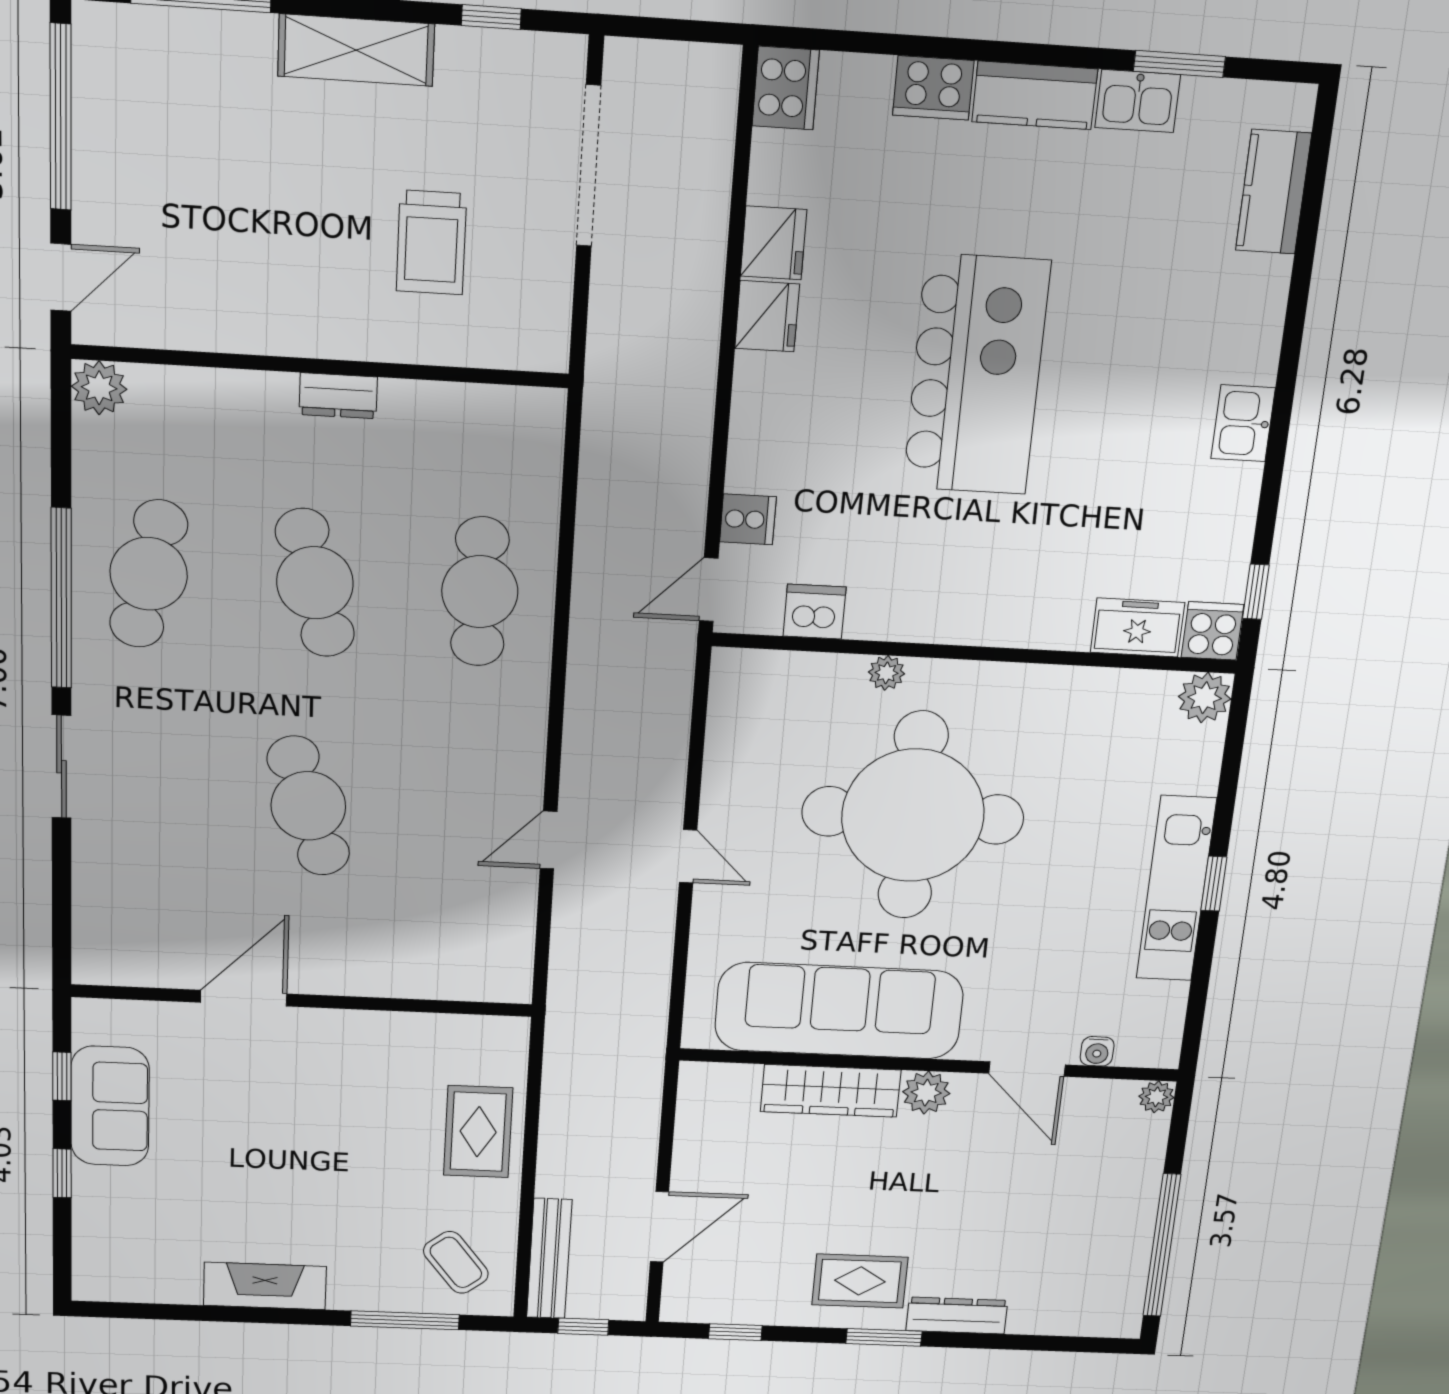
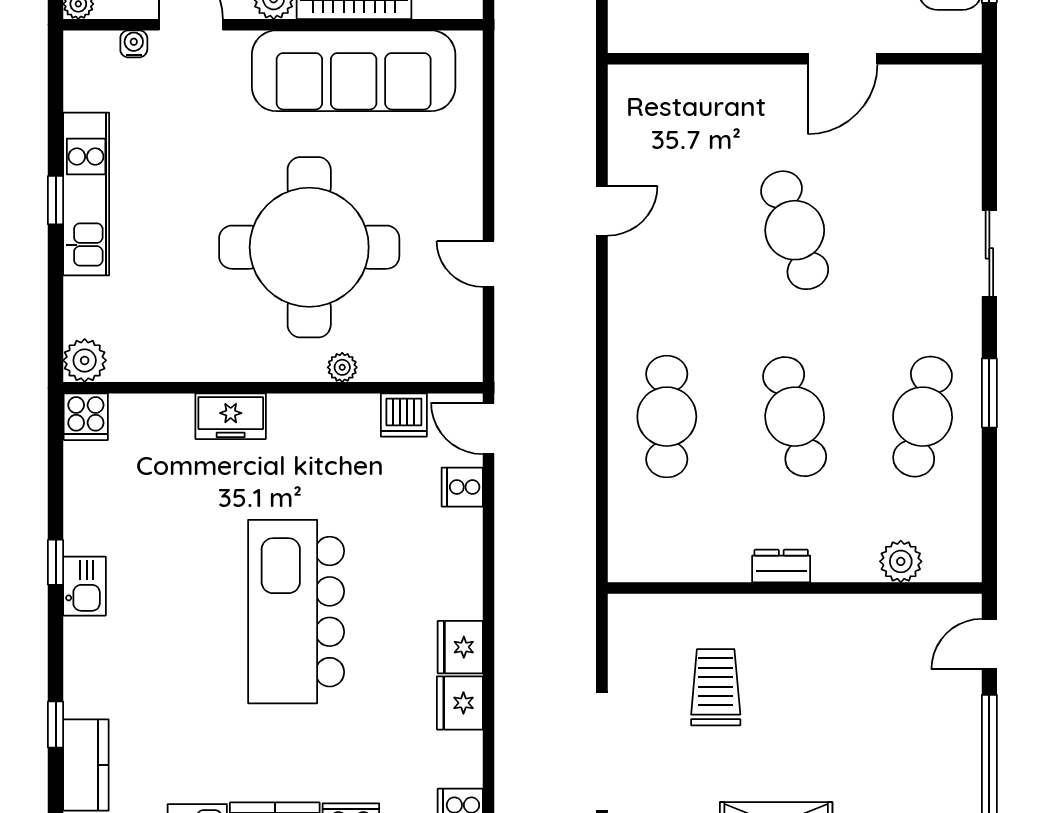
window: (1305, 248) -> (56, 724), added
plant: (99, 388) -> (901, 561), moved
door: (709, 590) -> (488, 428), swing flipped
window: (1256, 592) -> (56, 562), moved
window: (61, 598) -> (989, 393), width x0.47
freezer: (1137, 627) -> (231, 416), moved
door: (688, 856) -> (488, 264), moved

